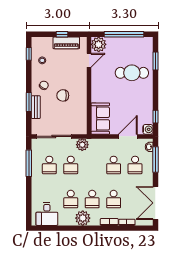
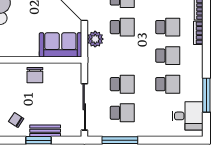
chair: (63, 95) -> (35, 75), moved
plant: (82, 145) -> (95, 39), moved
plant: (83, 218) -> (193, 68), removed
window: (63, 228) -> (206, 95), added

